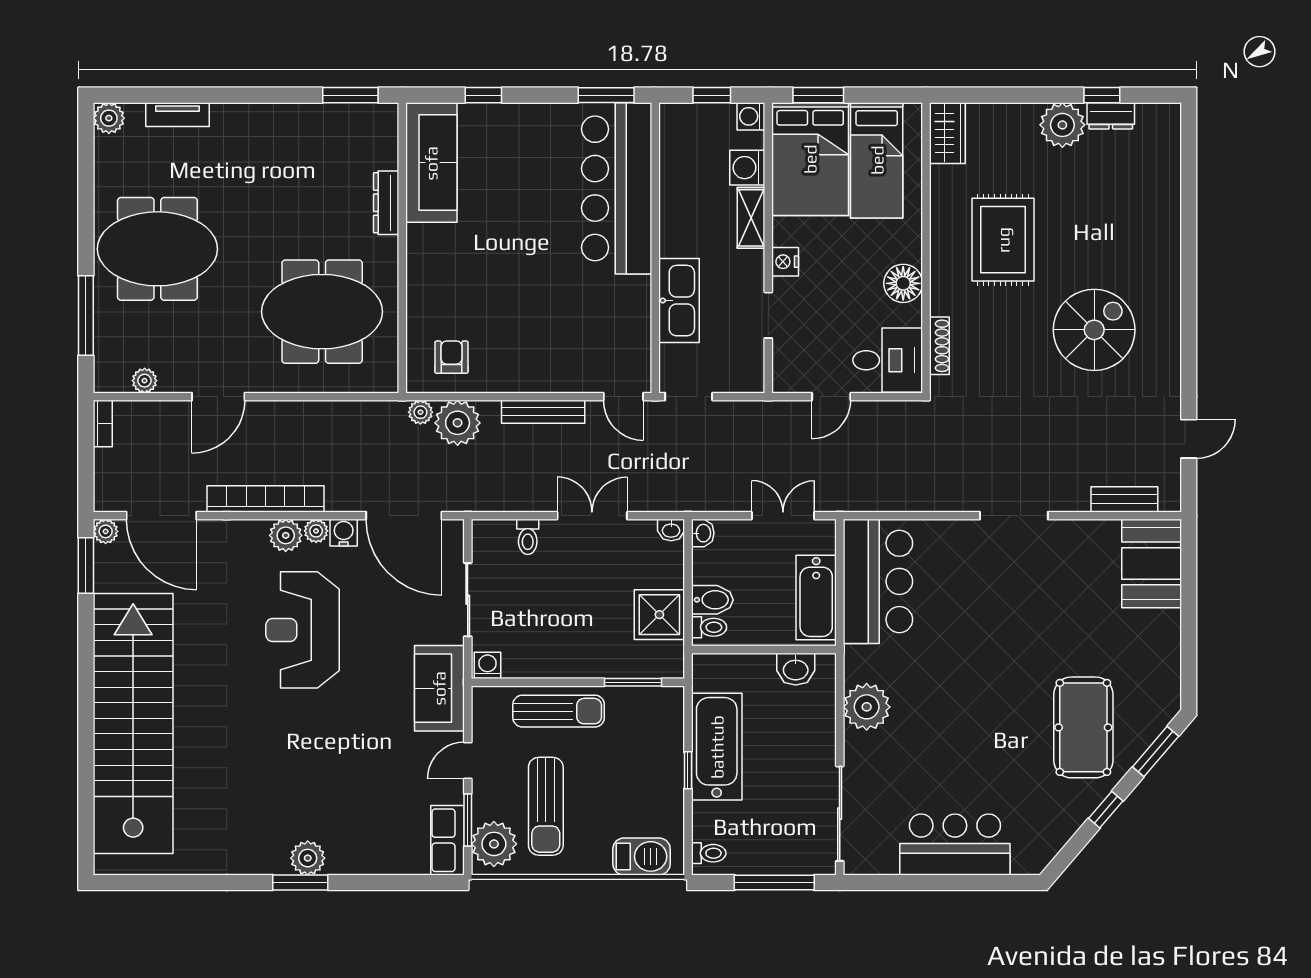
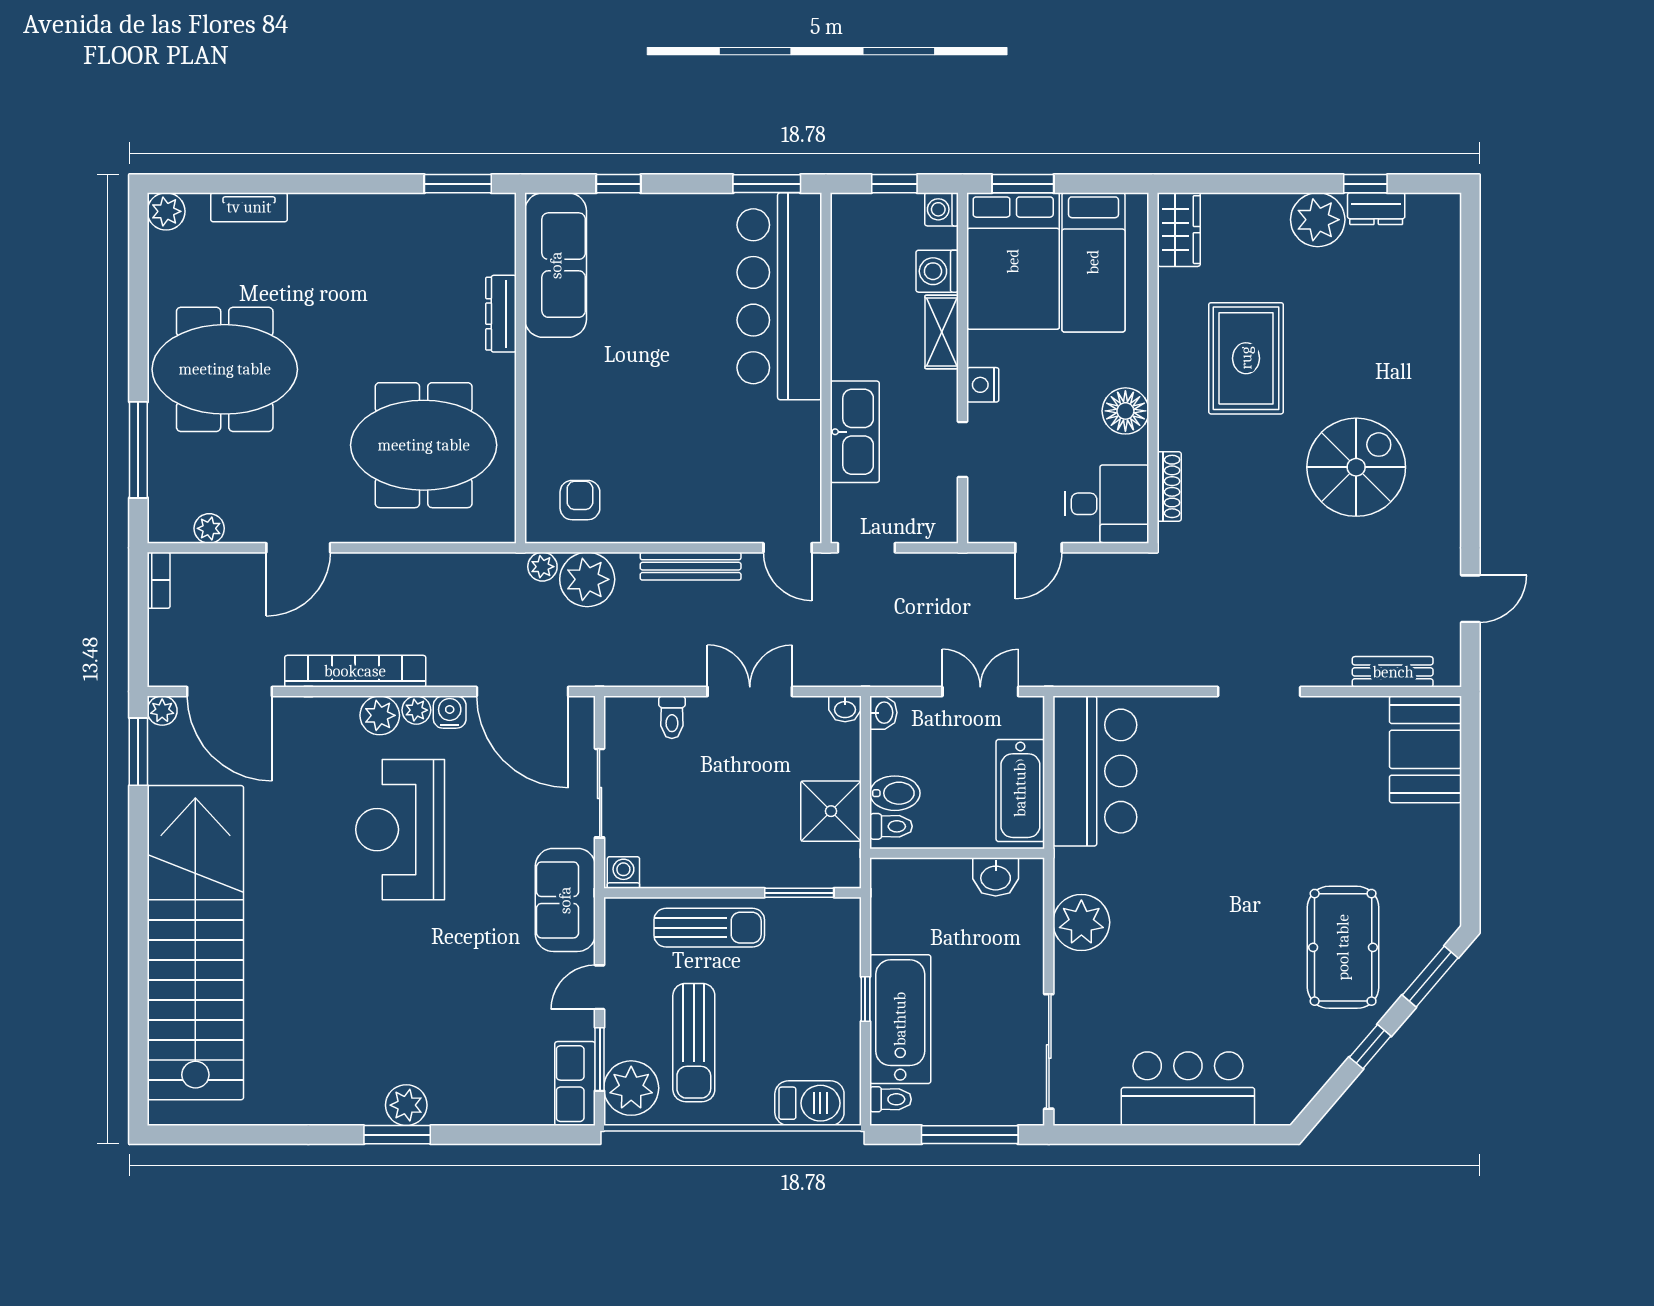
bathtub: (717, 747) -> (900, 1019), moved

